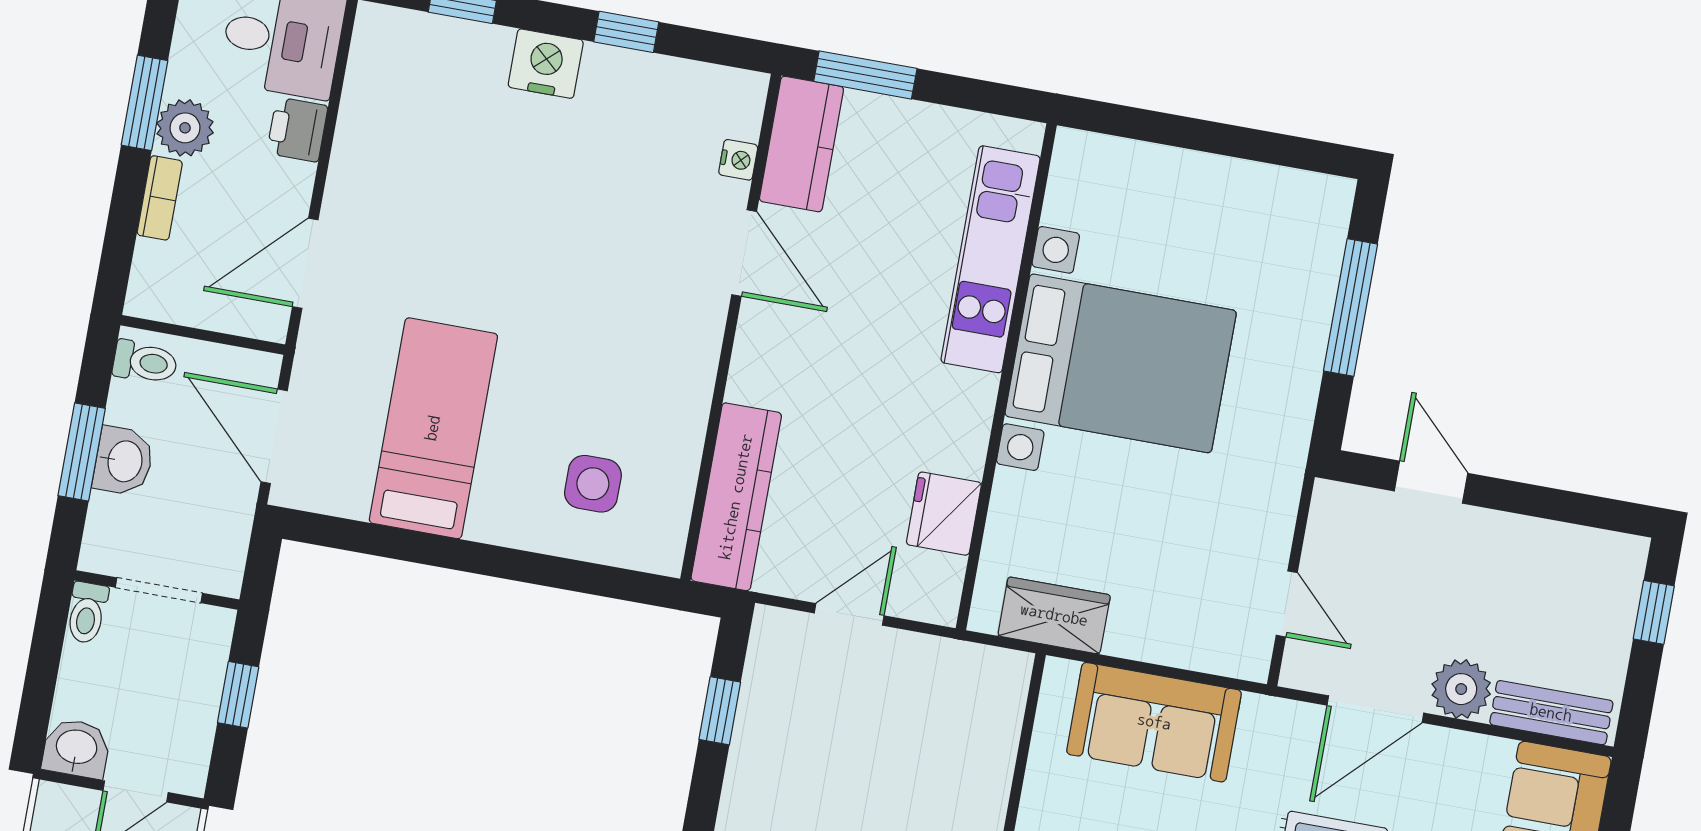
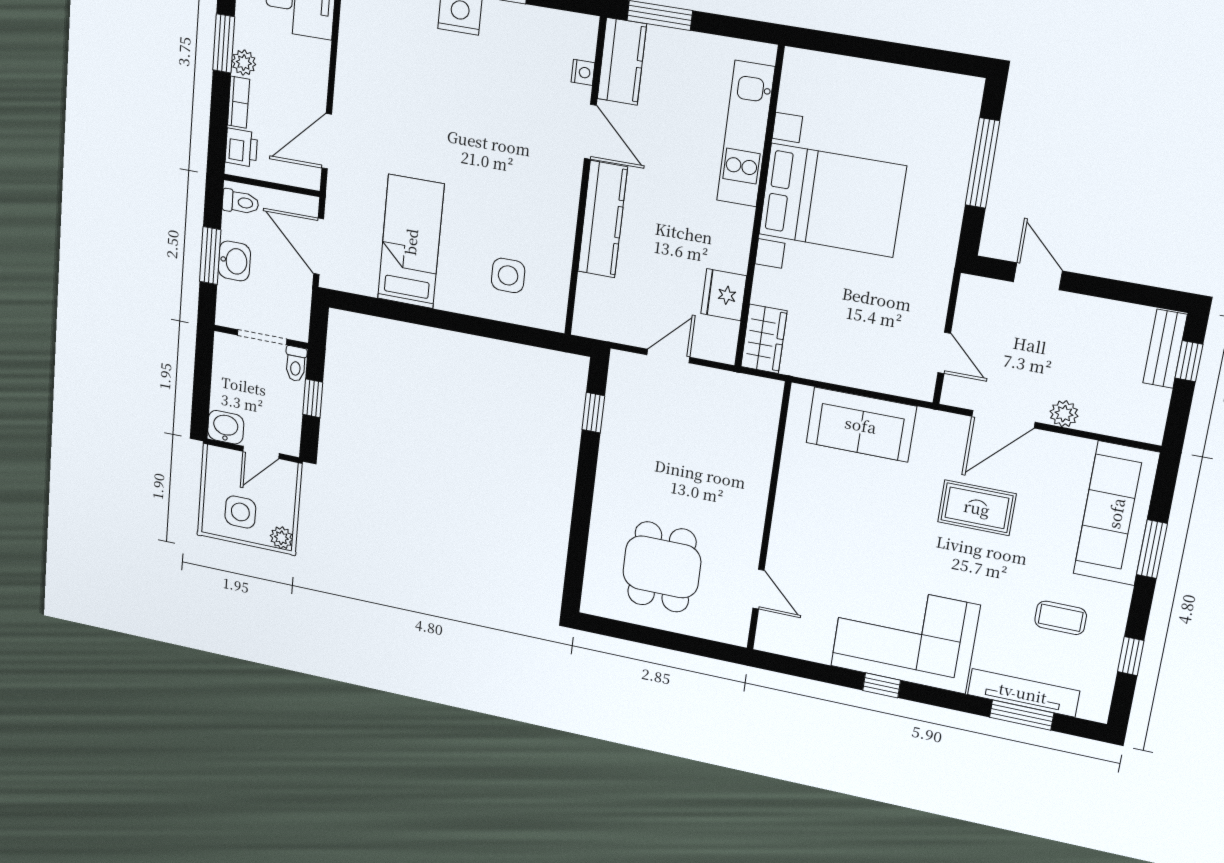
plant: (185, 128) -> (244, 63), width x0.73, depth x0.73
printer: (297, 130) -> (241, 148), moved, turned 180
kitchen counter: (736, 497) -> (603, 219), moved
toilet: (87, 613) -> (296, 364), moved
wardrobe: (1054, 615) -> (764, 339), moved, turned 90
plant: (1461, 689) -> (1064, 414), width x0.73, depth x0.73
bench: (1551, 713) -> (1165, 349), moved, turned 90

